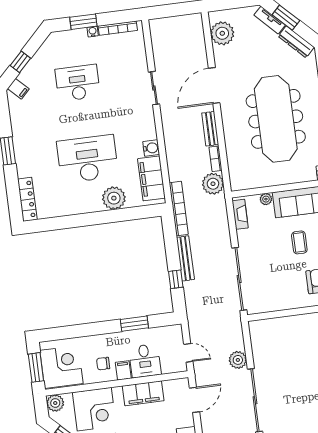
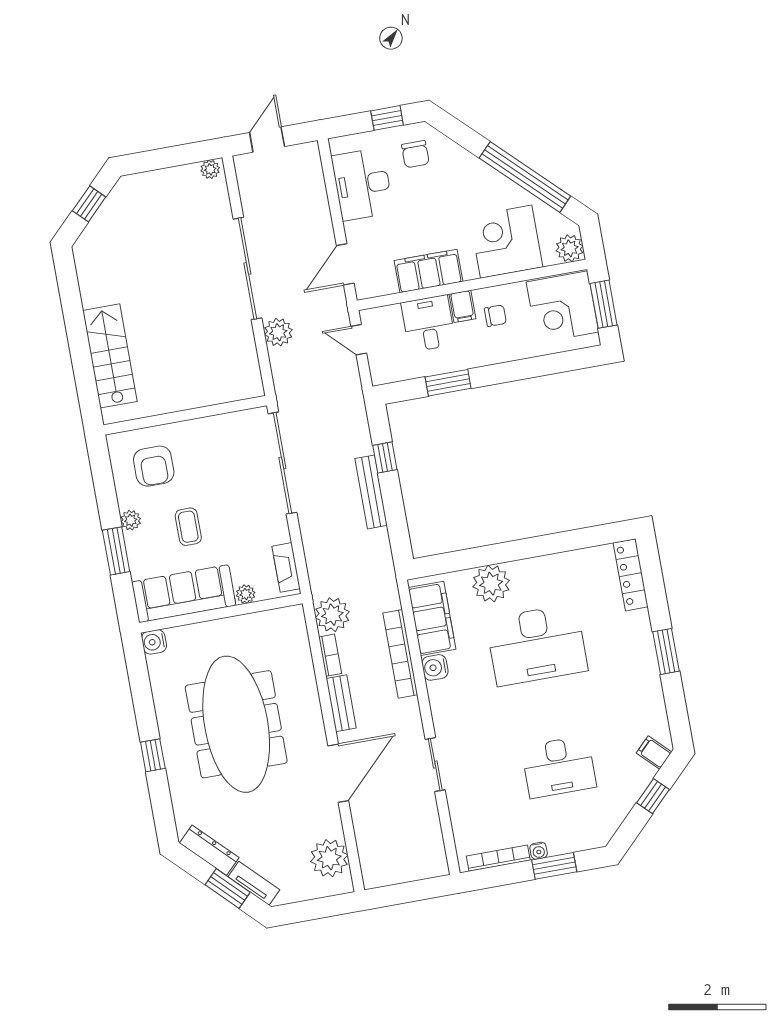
bookcase: (179, 209) -> (400, 654), moved

